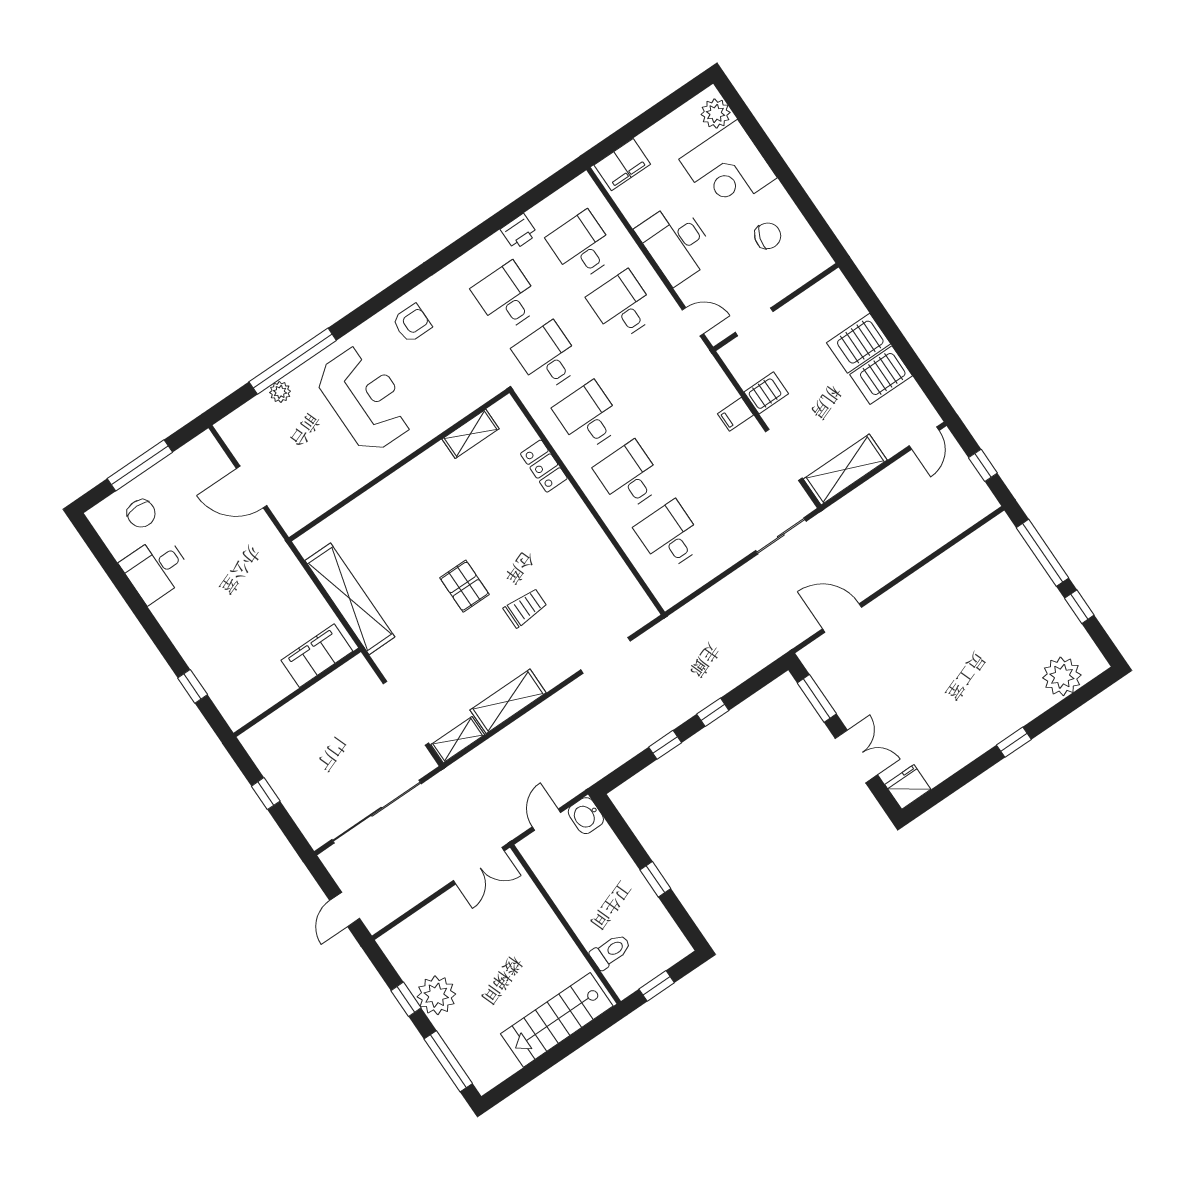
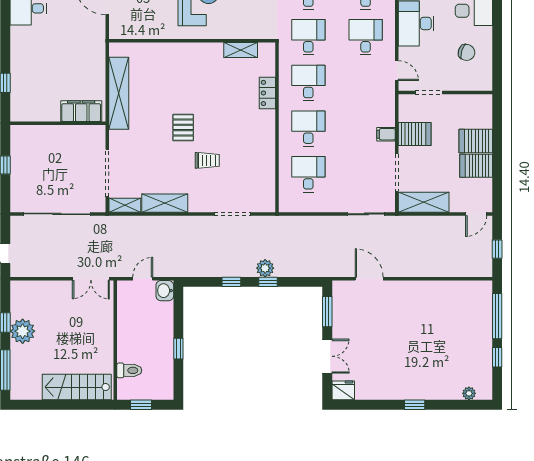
server rack: (766, 393) -> (415, 134), width x1.36, depth x1.44
plant: (1062, 676) -> (469, 393), width x0.53, depth x0.53
plant: (697, 697) -> (265, 268), added

